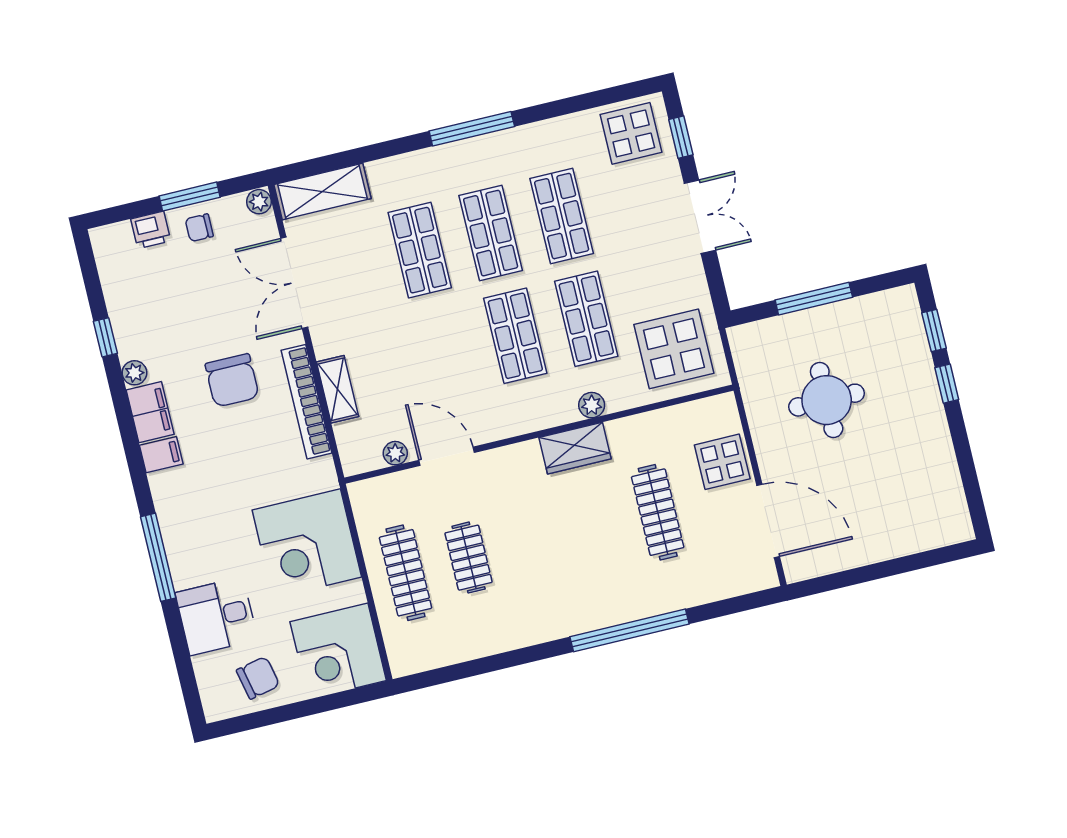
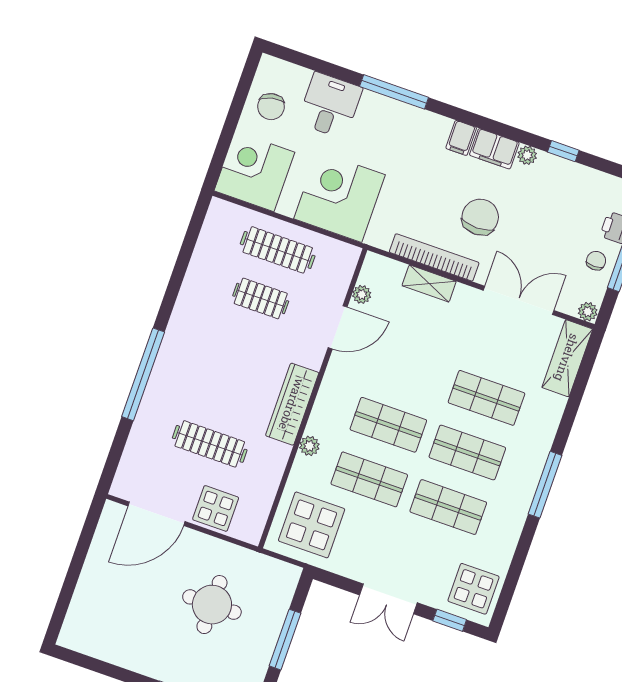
chair: (232, 380) -> (480, 217), turned 90
wardrobe: (575, 448) -> (292, 404), width x1.50

